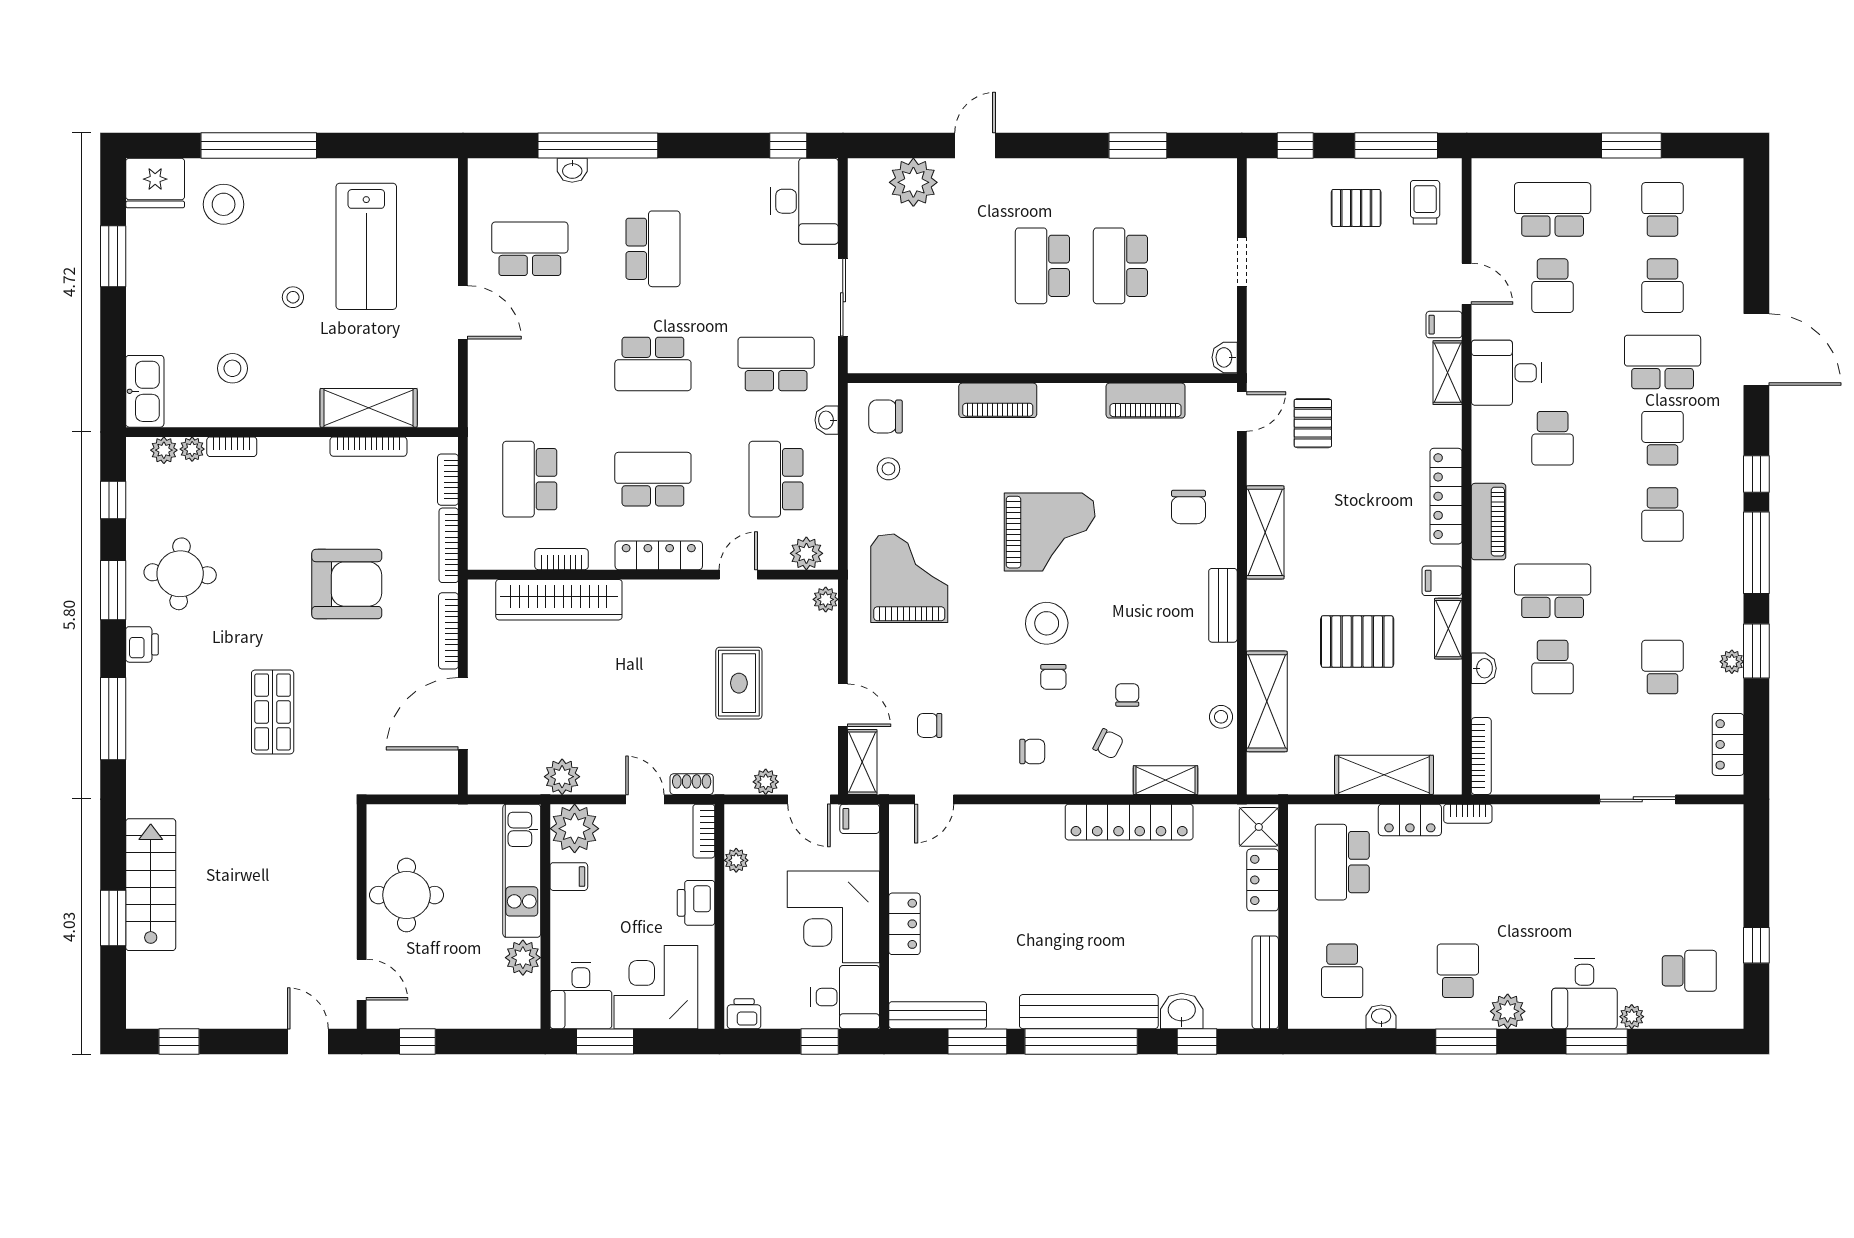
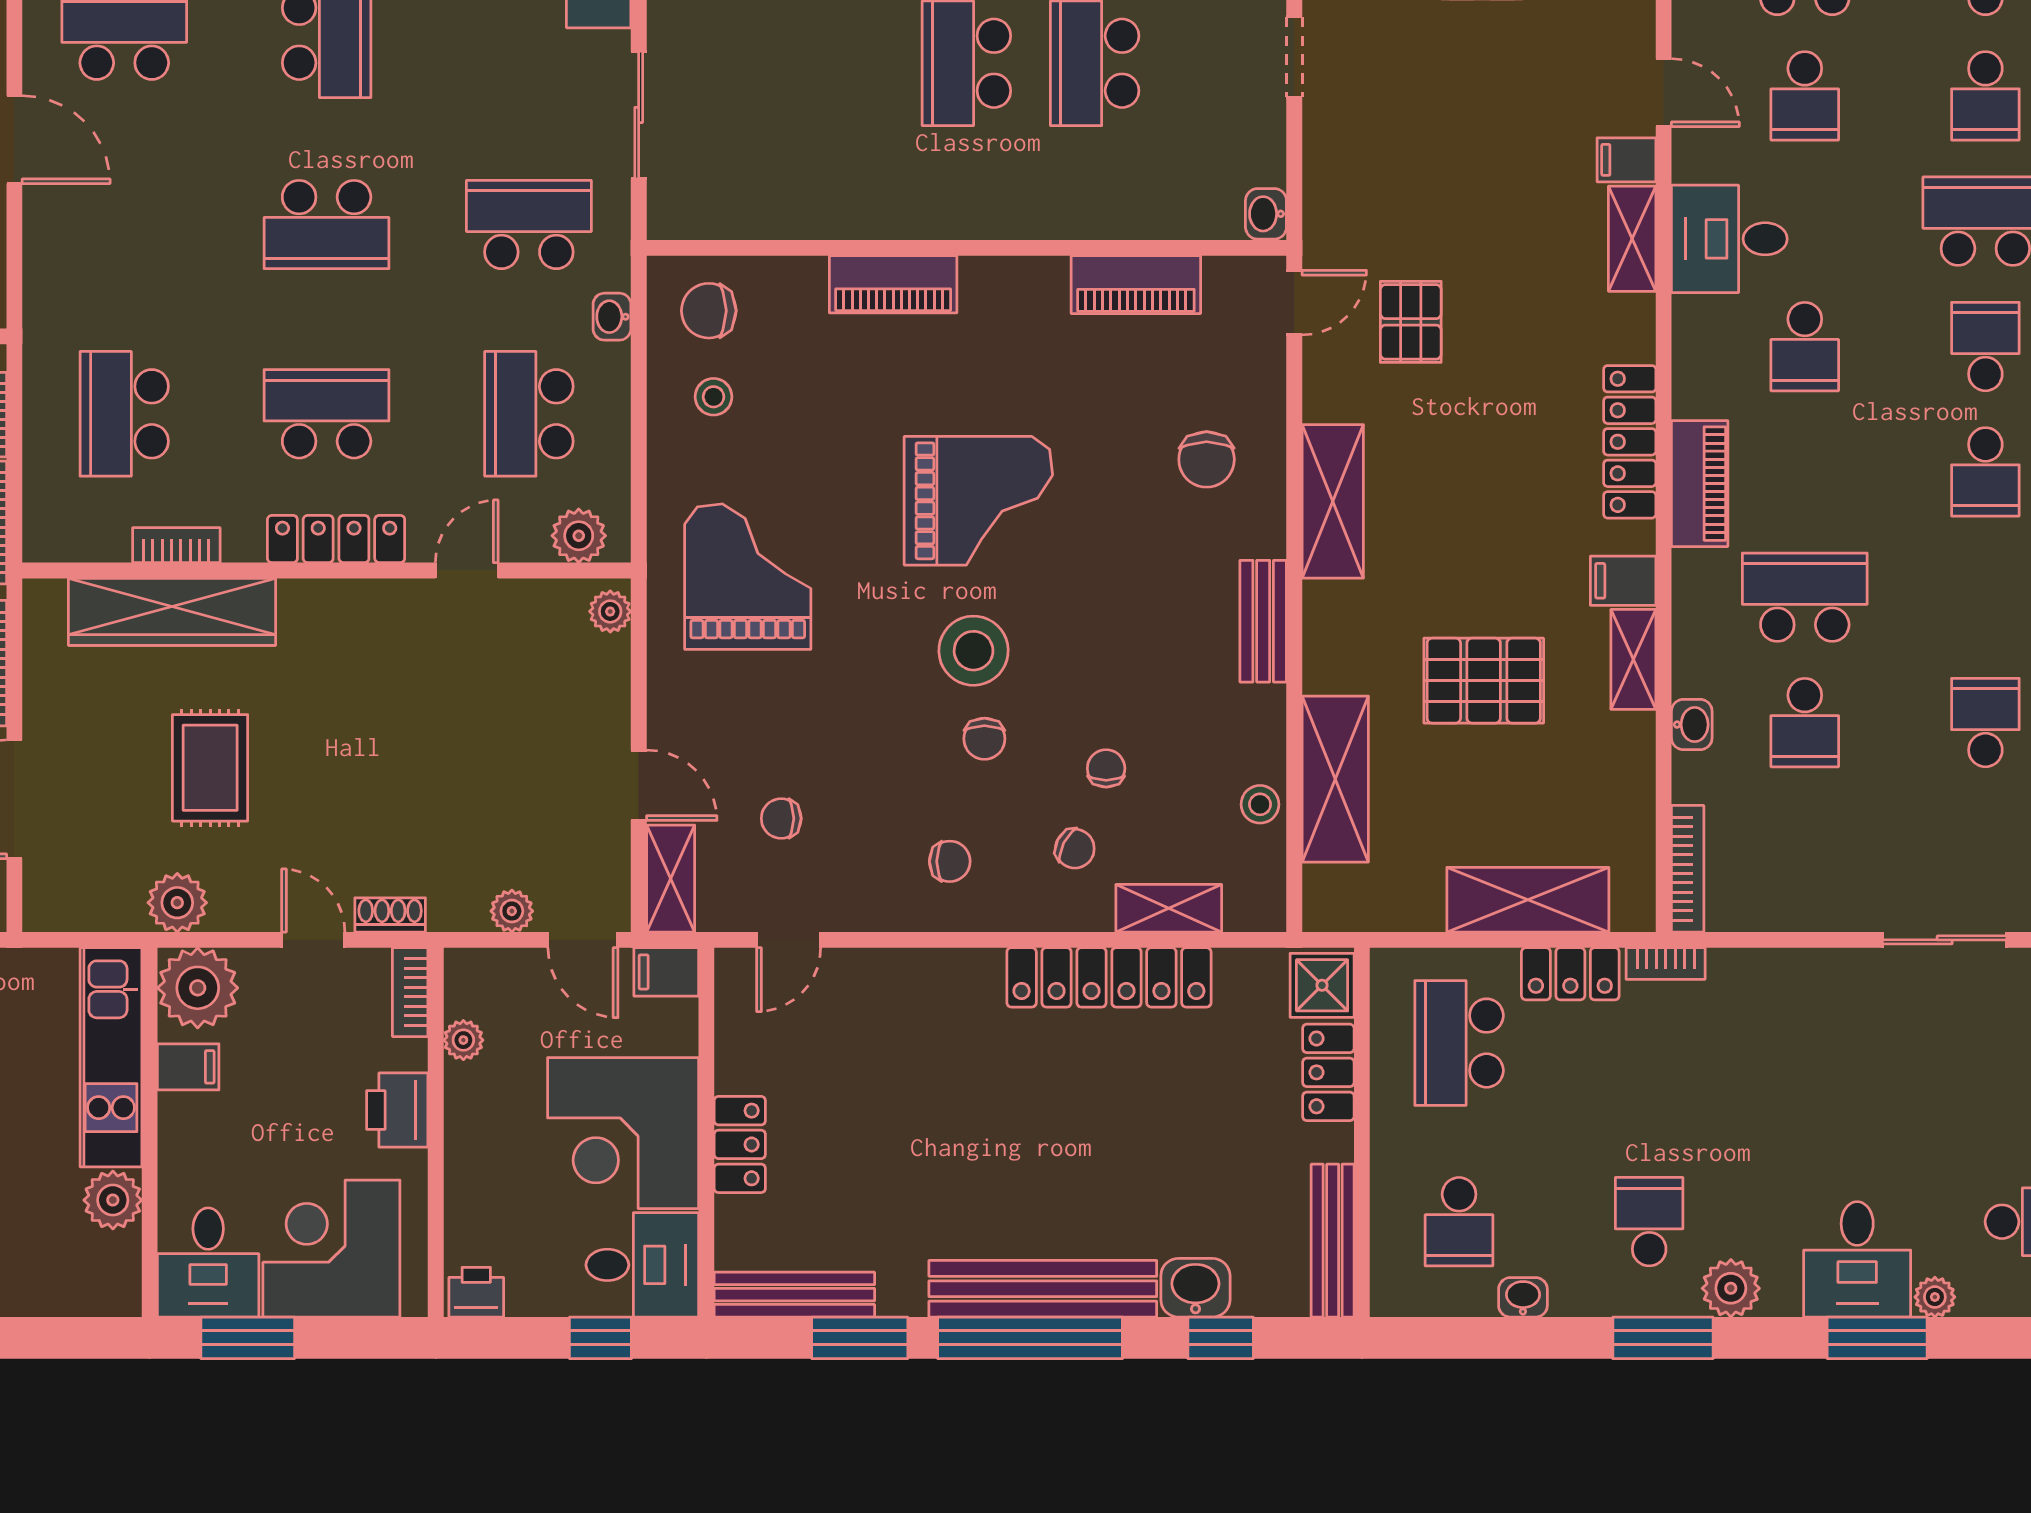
rug: (739, 683) -> (210, 768), moved

